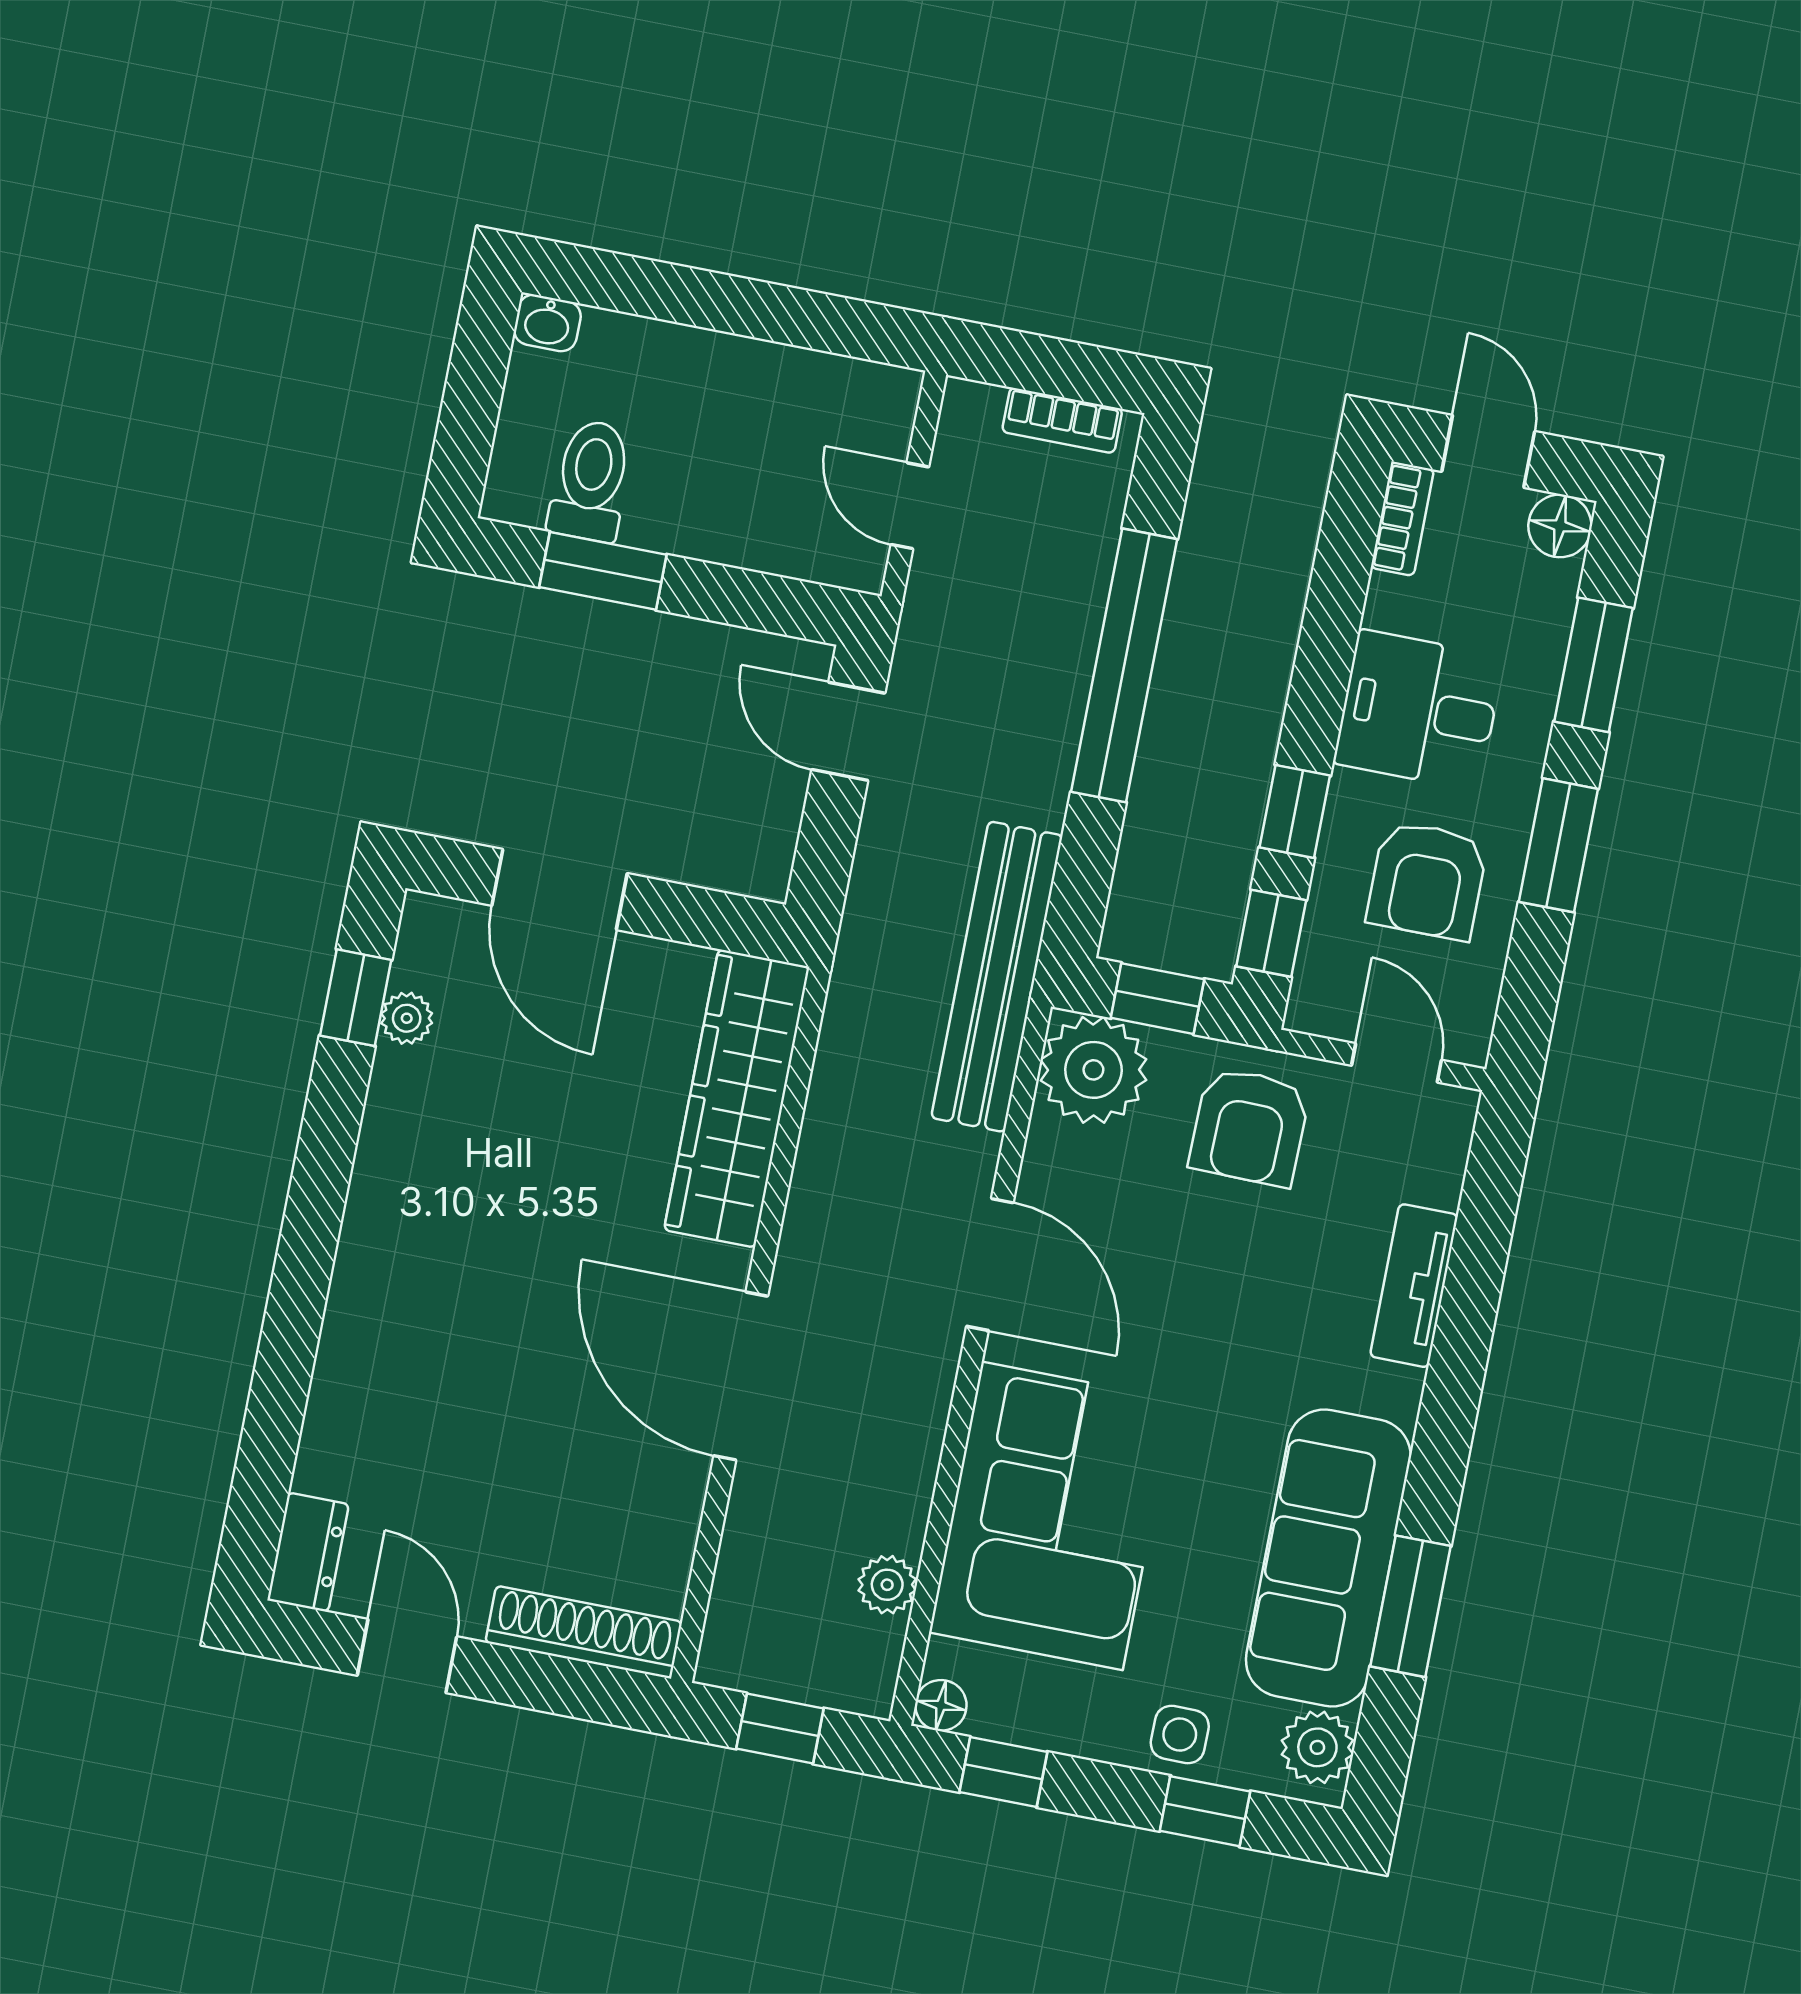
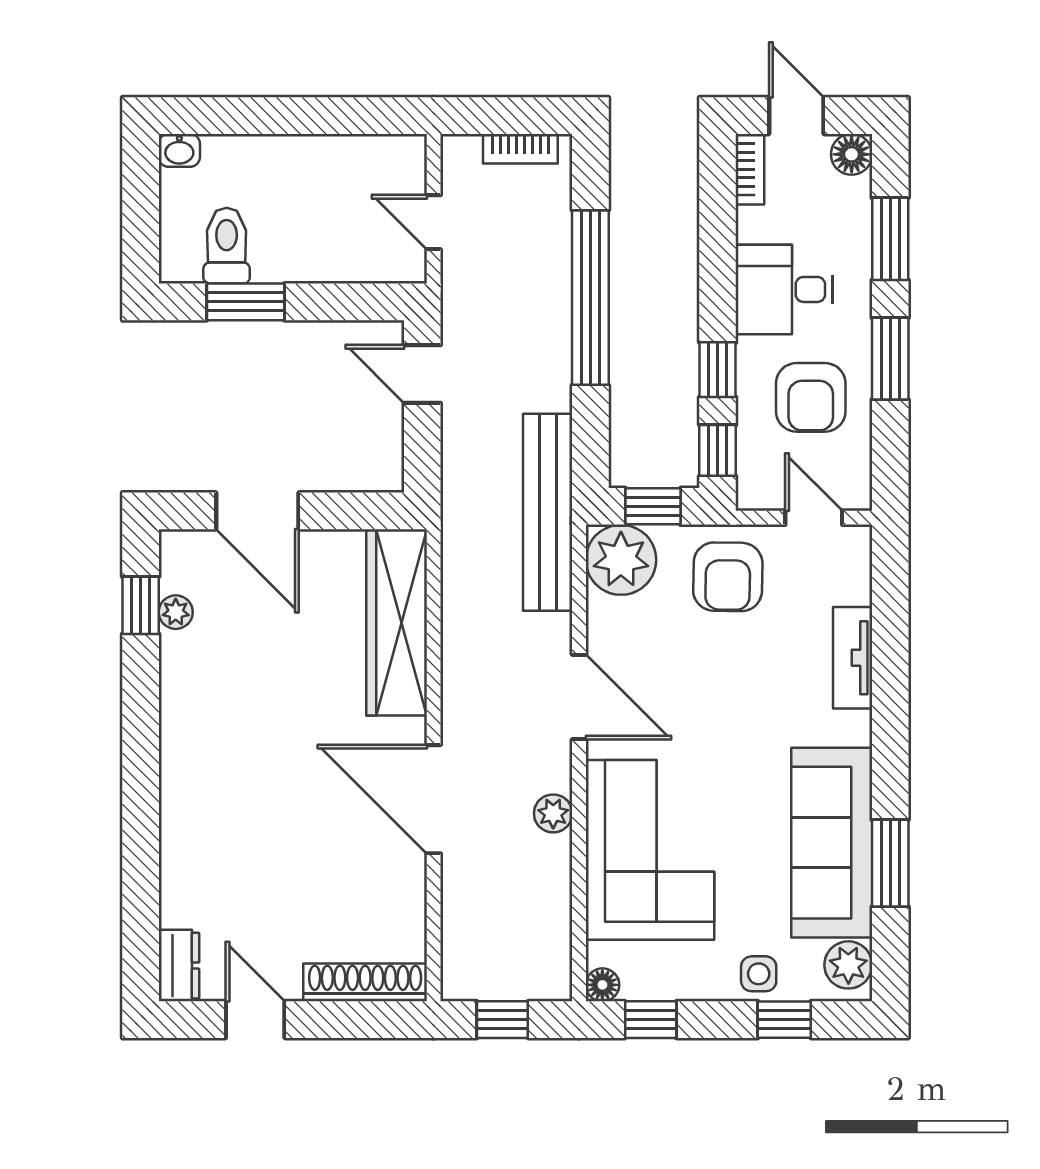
plant: (887, 1585) -> (553, 813), moved

